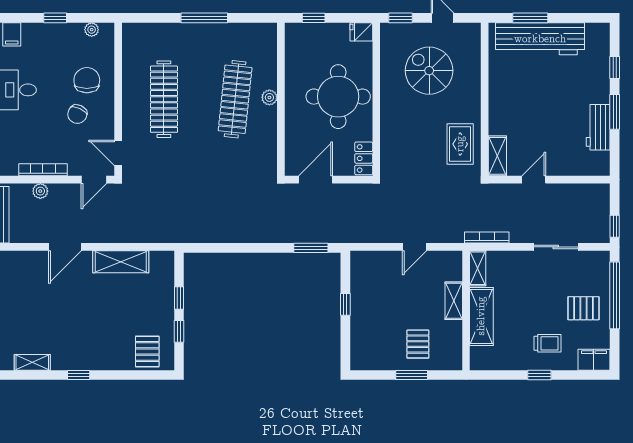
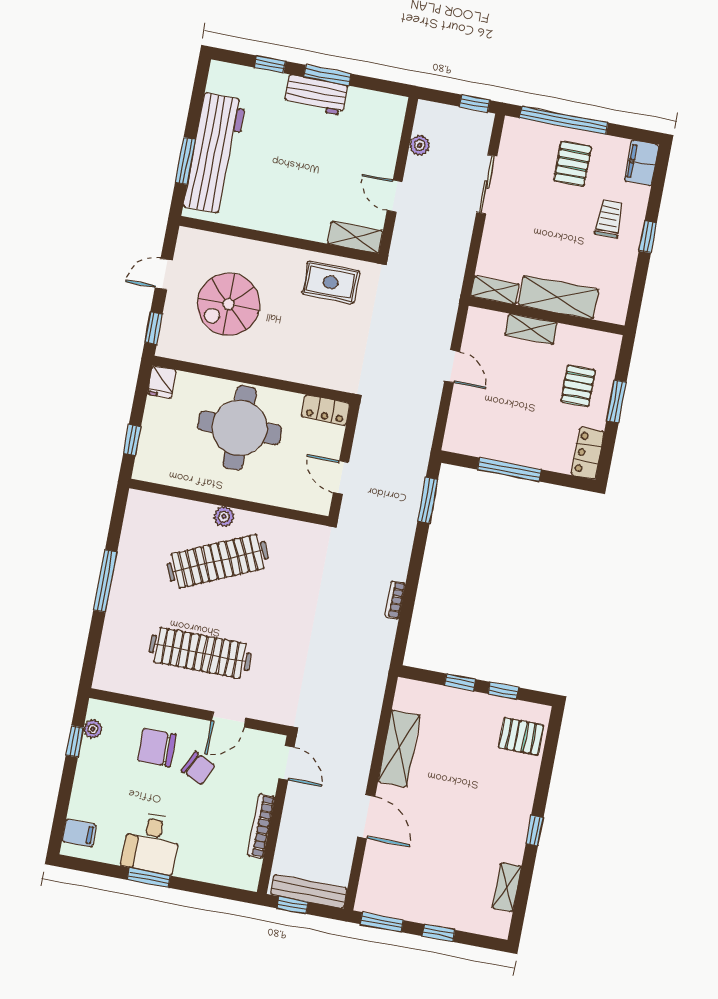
window: (55, 18) -> (75, 741), moved
clothes rail: (235, 99) -> (218, 561), turned -30
workbench: (598, 127) -> (316, 95), moved
door: (118, 153) -> (229, 719), moved
door: (316, 180) -> (341, 477), width x0.73
plant: (40, 191) -> (420, 145), moved
bookcase: (487, 238) -> (395, 600), moved, width x0.64
window: (345, 304) -> (509, 470), width x2.17
pallet: (418, 344) -> (578, 386), turned 90
locker: (369, 361) -> (588, 453), added

